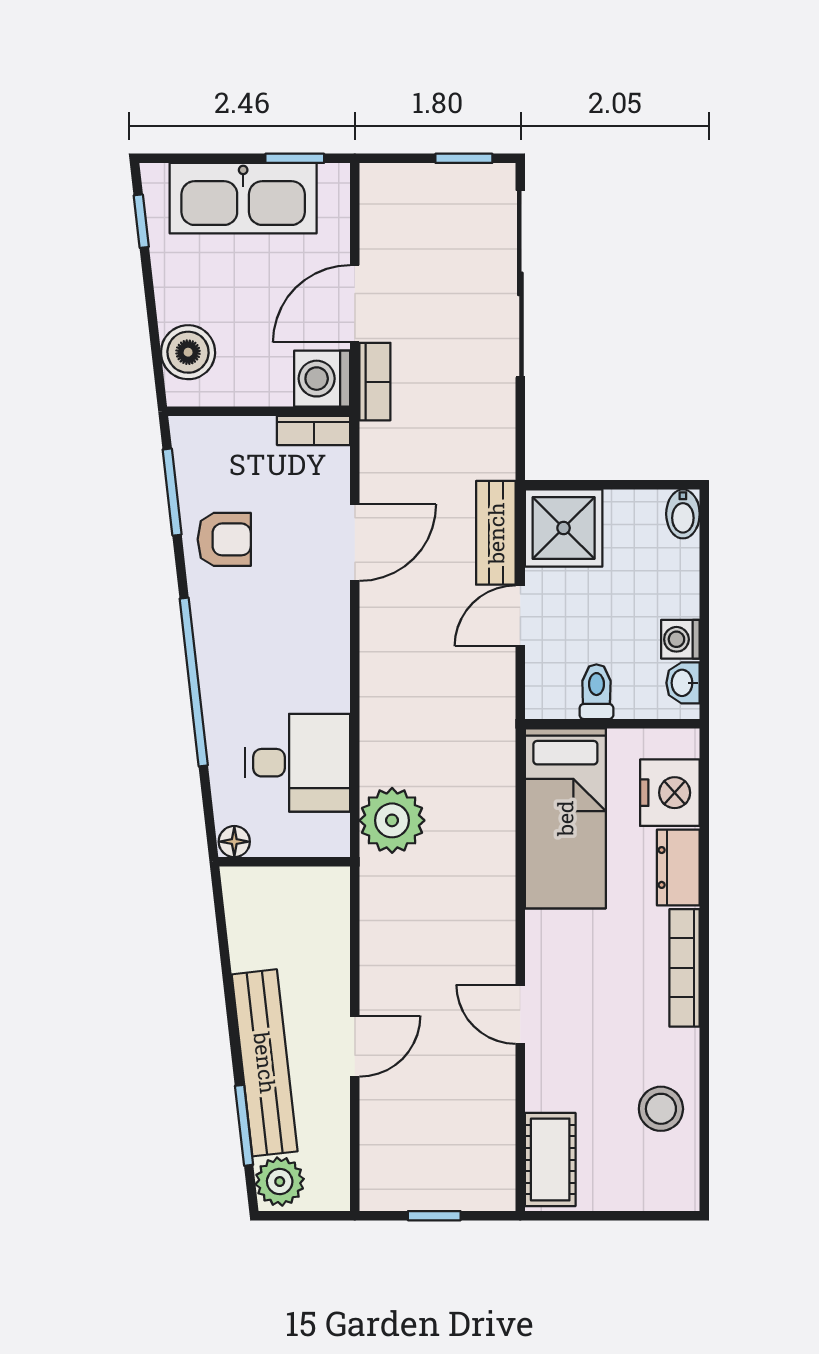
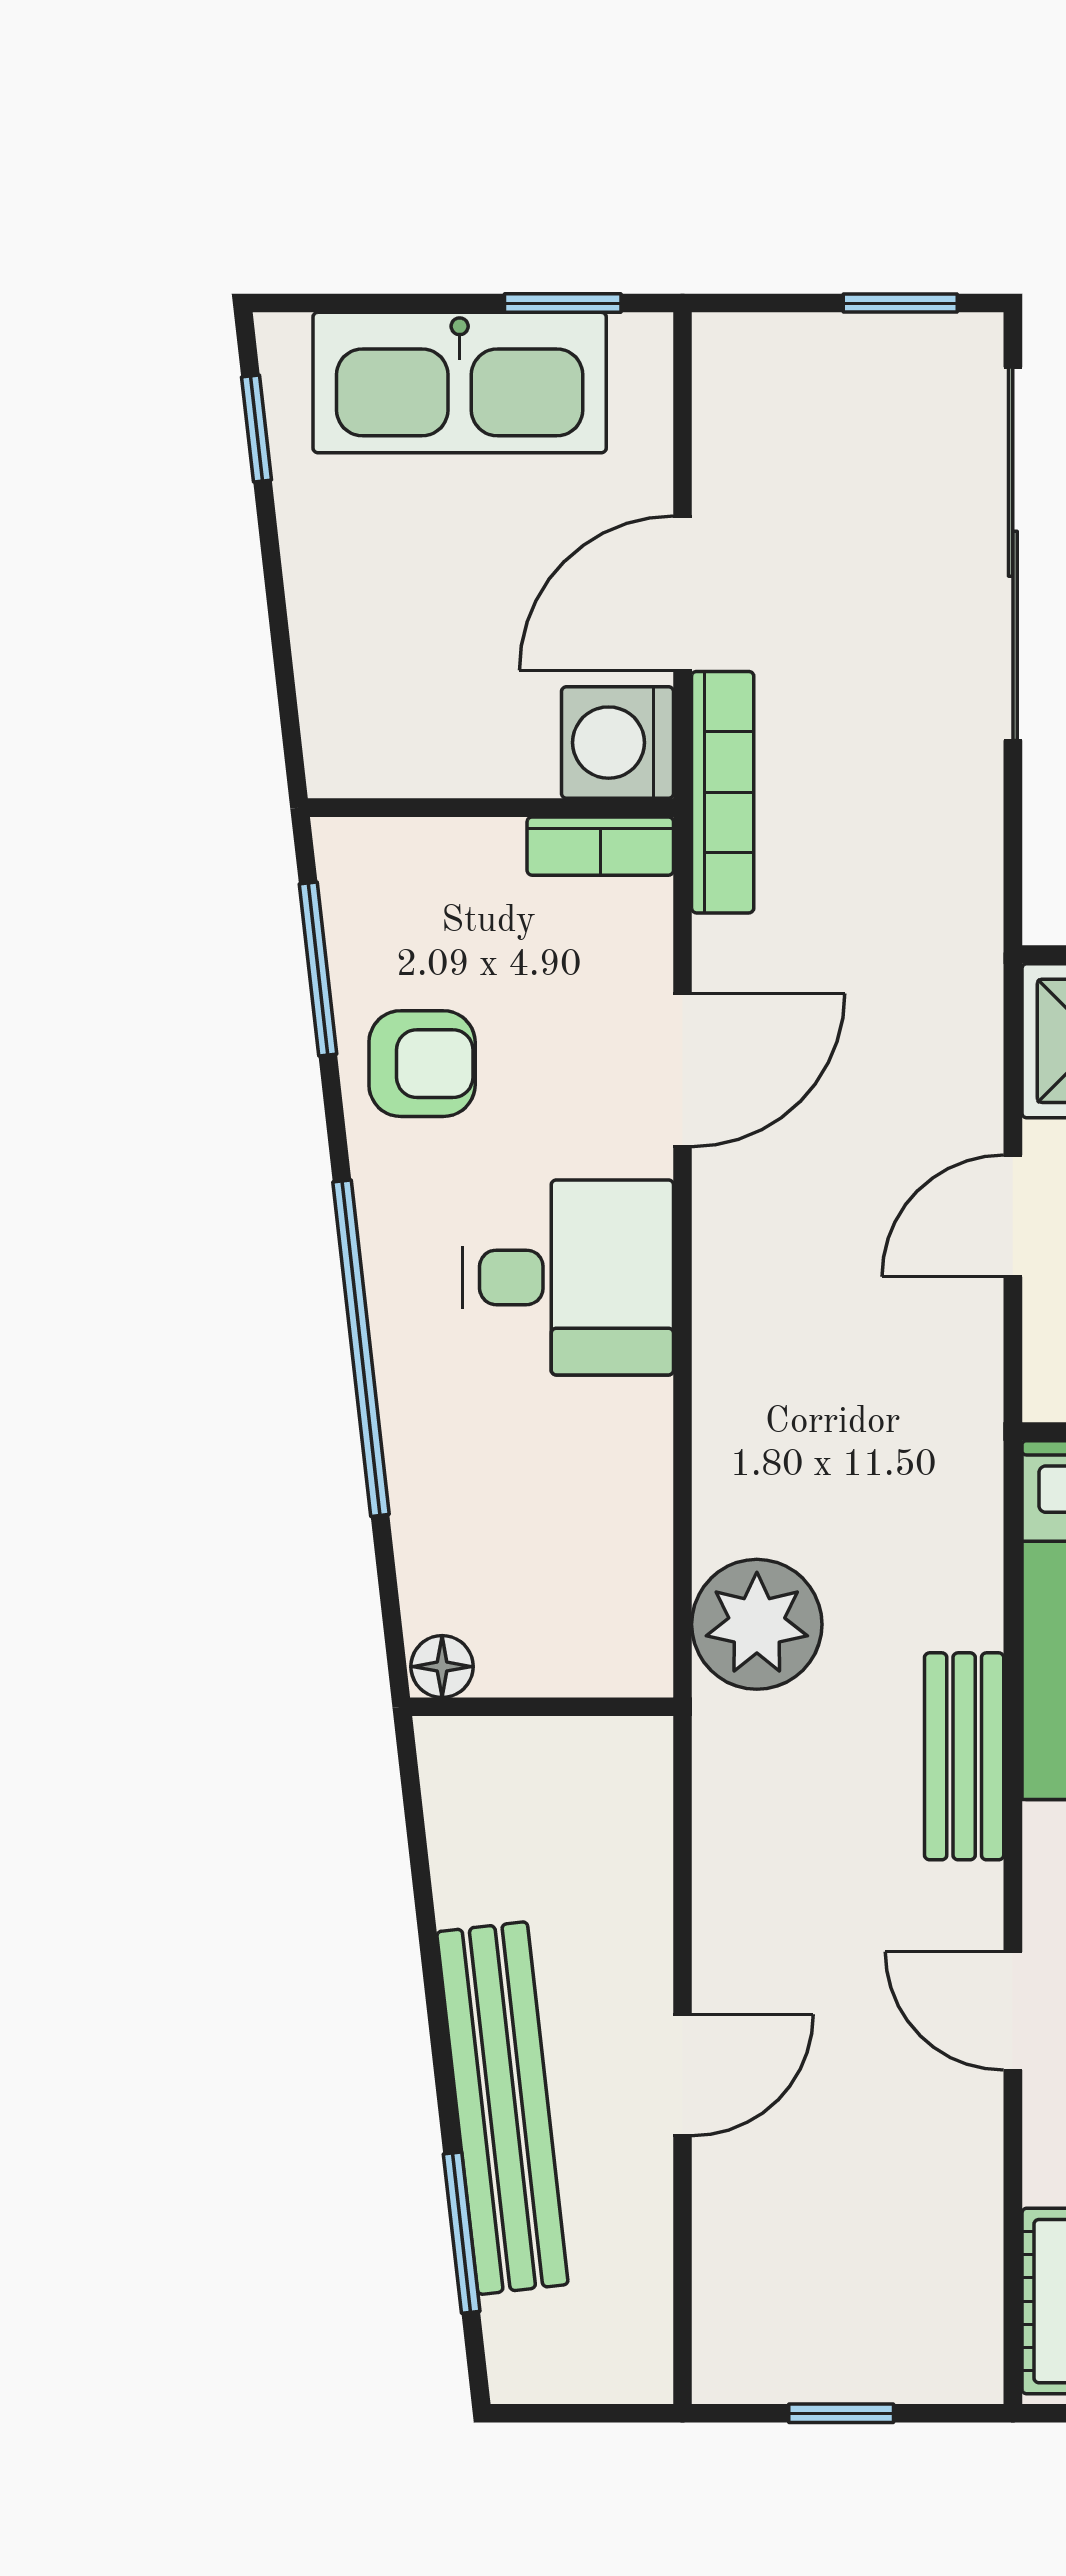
boiler: (188, 352) -> (350, 690), removed
bookcase: (375, 382) -> (723, 792), width x1.56
bench: (496, 533) -> (964, 1756), moved
desk: (297, 763) -> (568, 1277), moved
plant: (280, 1182) -> (533, 2345), removed

